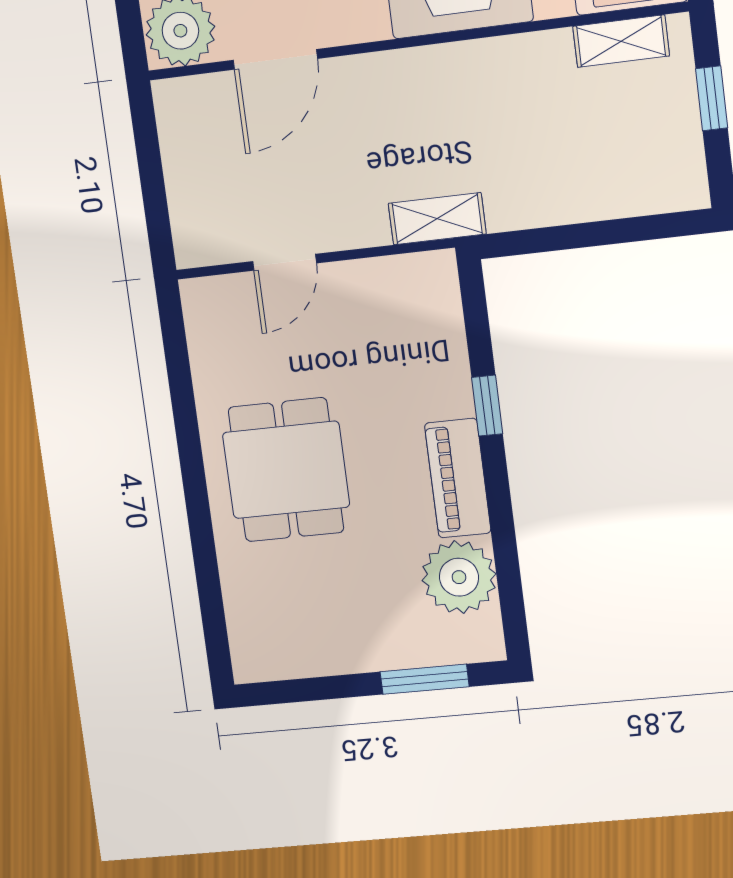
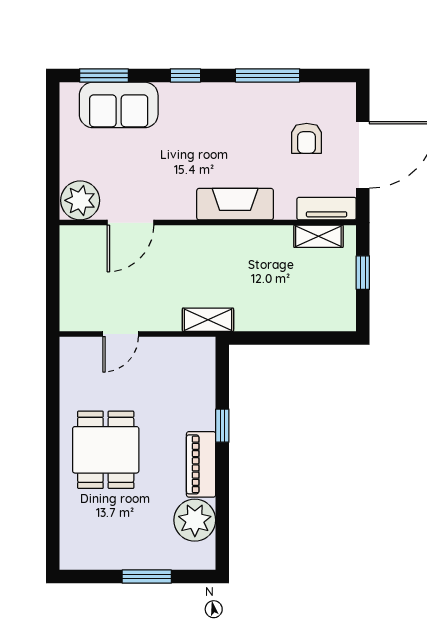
window: (425, 679) -> (147, 577), moved

